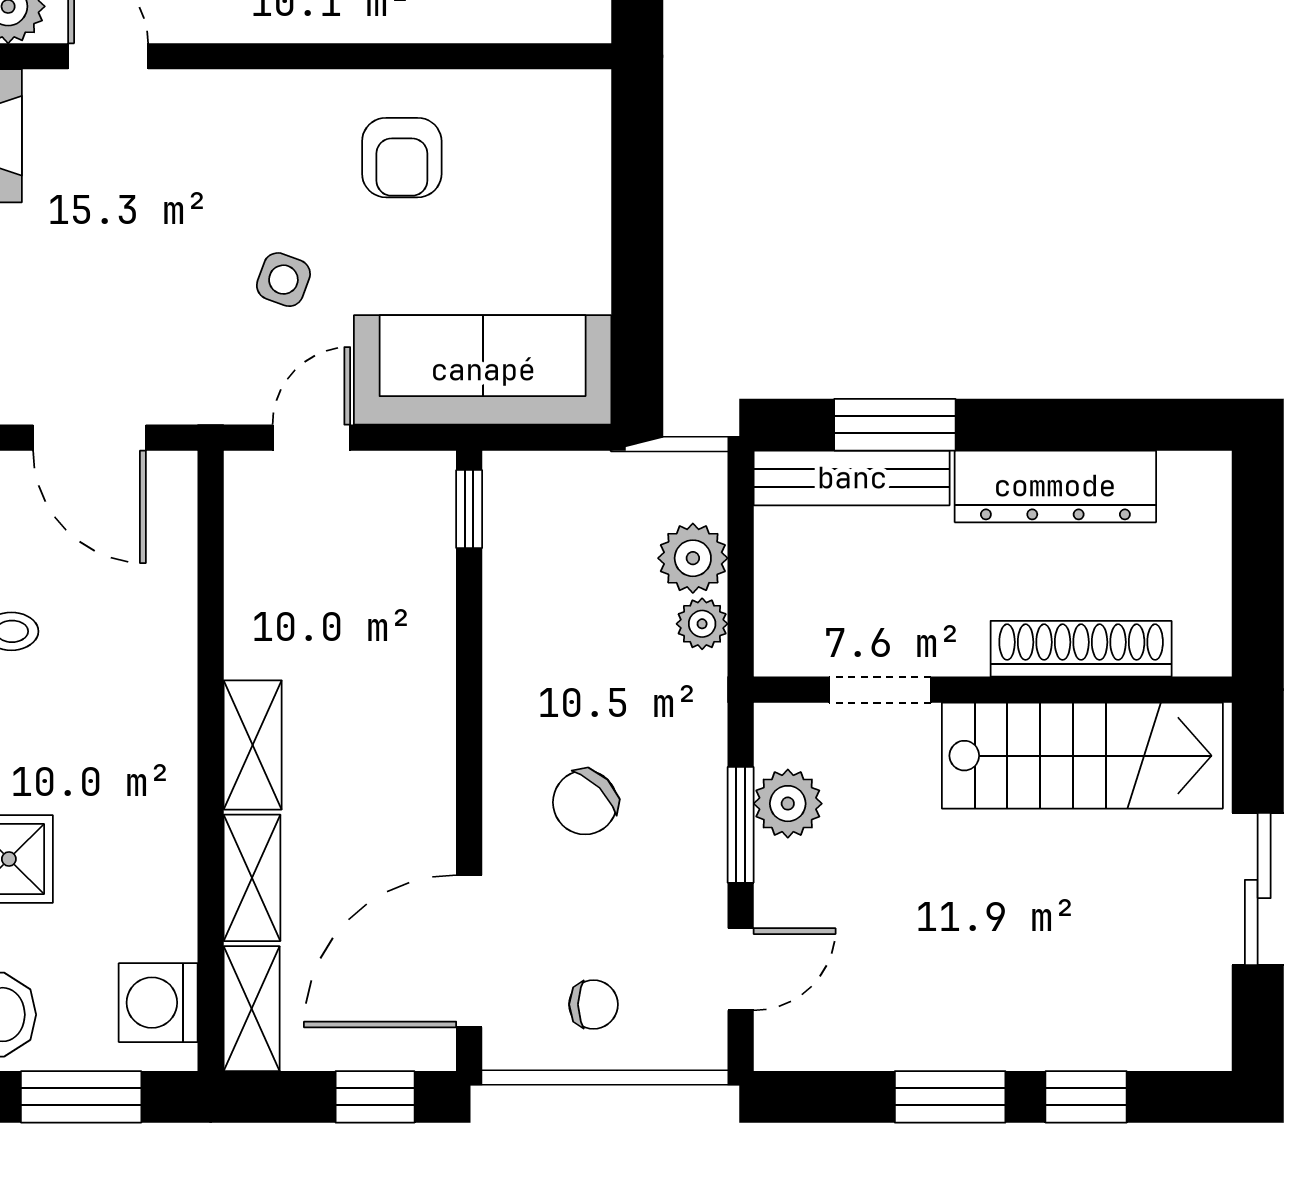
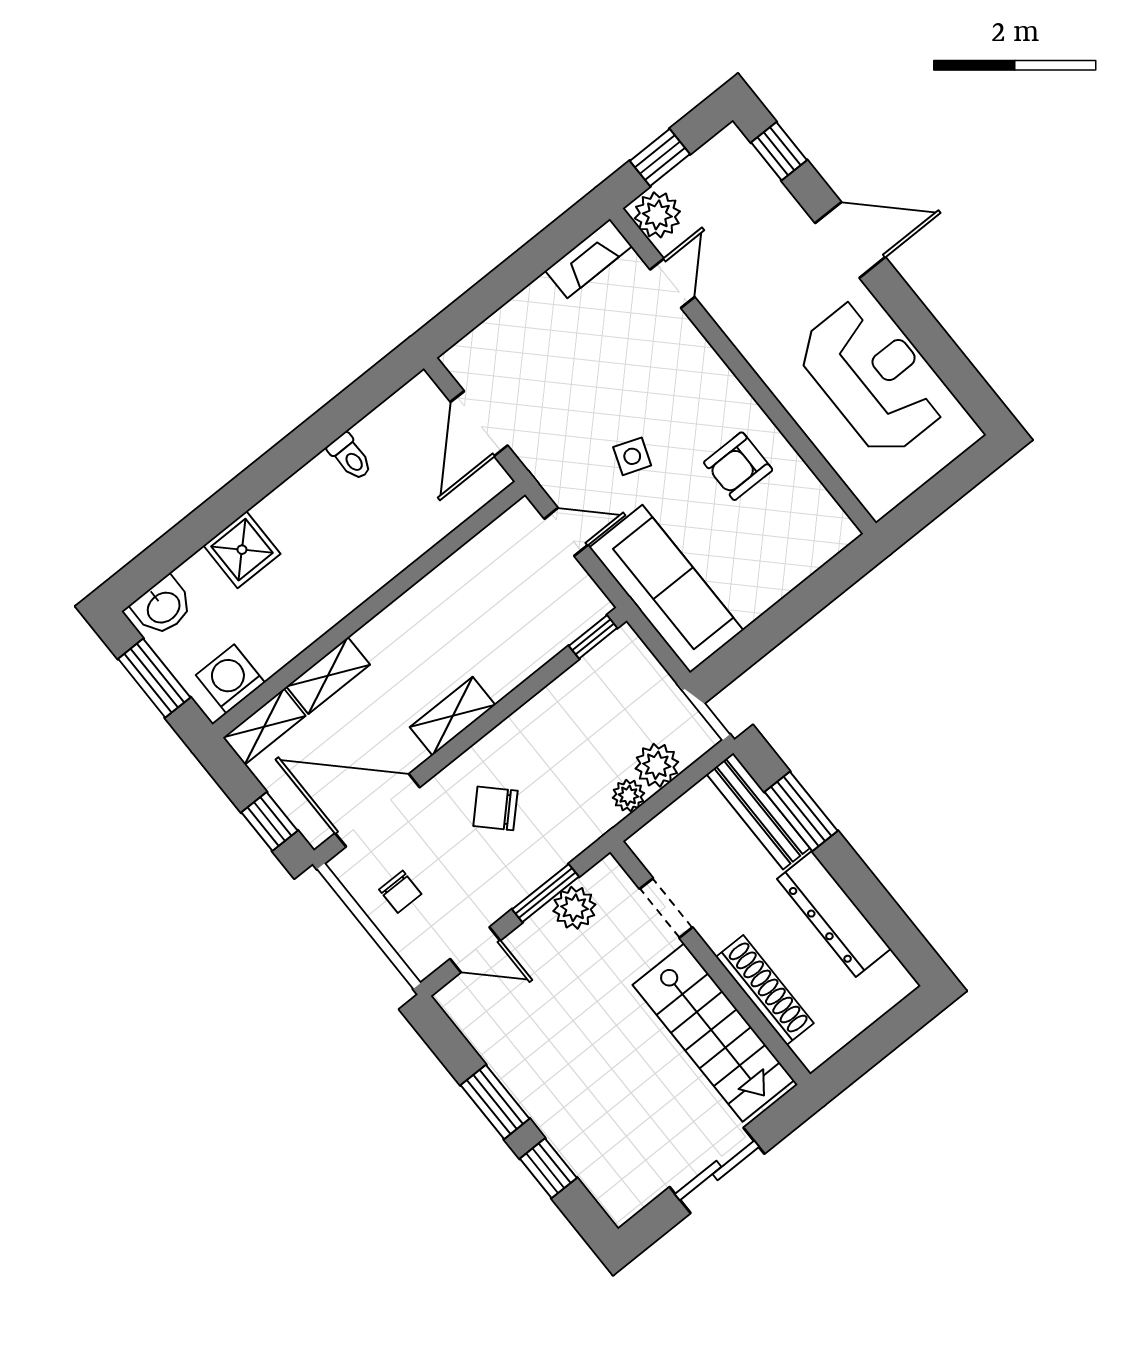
shelving: (253, 745) -> (453, 716), moved

